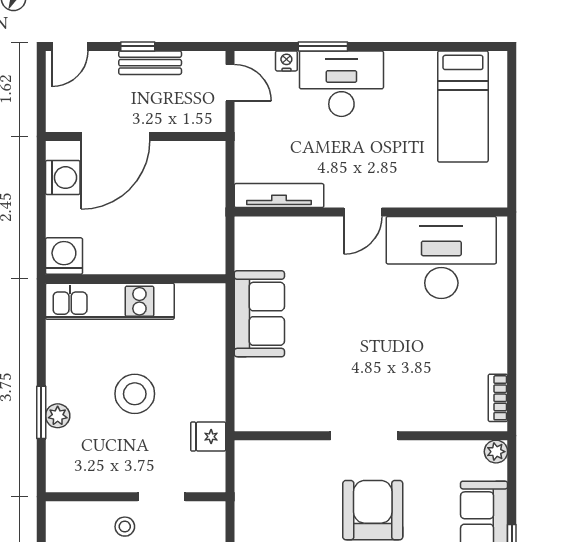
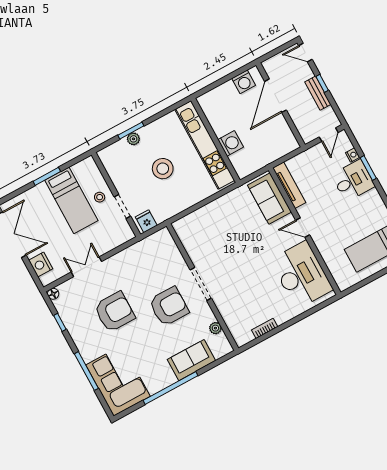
desk: (341, 84) -> (353, 181), width x0.73
door: (115, 136) -> (276, 96), hinge flipped
washing machine: (64, 256) -> (231, 143), moved
kitchen unit: (110, 301) -> (205, 145), width x1.36
sofa: (259, 314) -> (269, 199), moved, turned 90
bookcase: (498, 398) -> (265, 328), moved
fridge: (208, 437) -> (146, 221), moved
plant: (496, 452) -> (215, 328), moved

